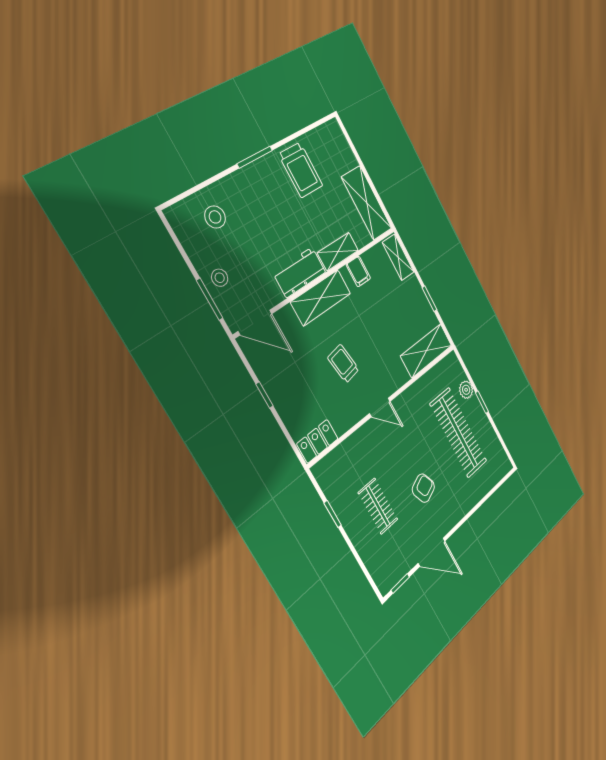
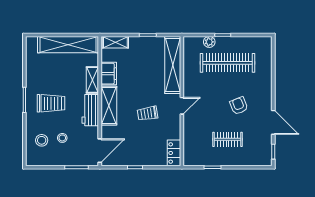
trolley: (301, 170) -> (51, 103), moved
shelving: (367, 203) -> (68, 45), width x1.47
filing cabinet: (358, 271) -> (109, 74), width x2.00
stool: (220, 278) -> (62, 138), moved
shelving: (426, 351) -> (173, 65), width x1.47
door: (432, 552) -> (273, 122), hinge flipped

